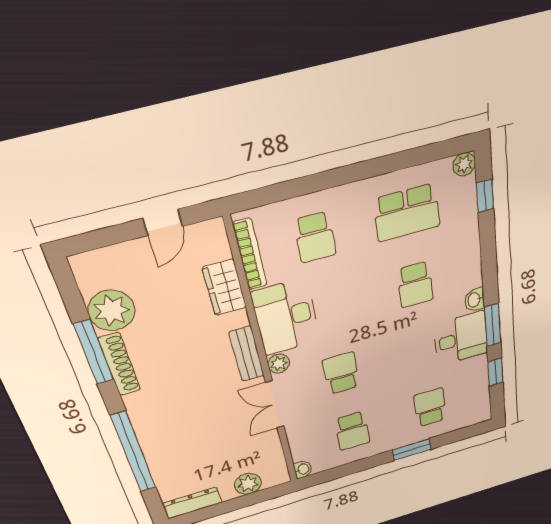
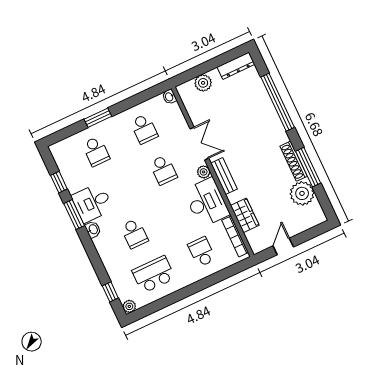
school desk: (415, 285) -> (134, 233), turned 180
school desk: (352, 431) -> (144, 129), turned 180

